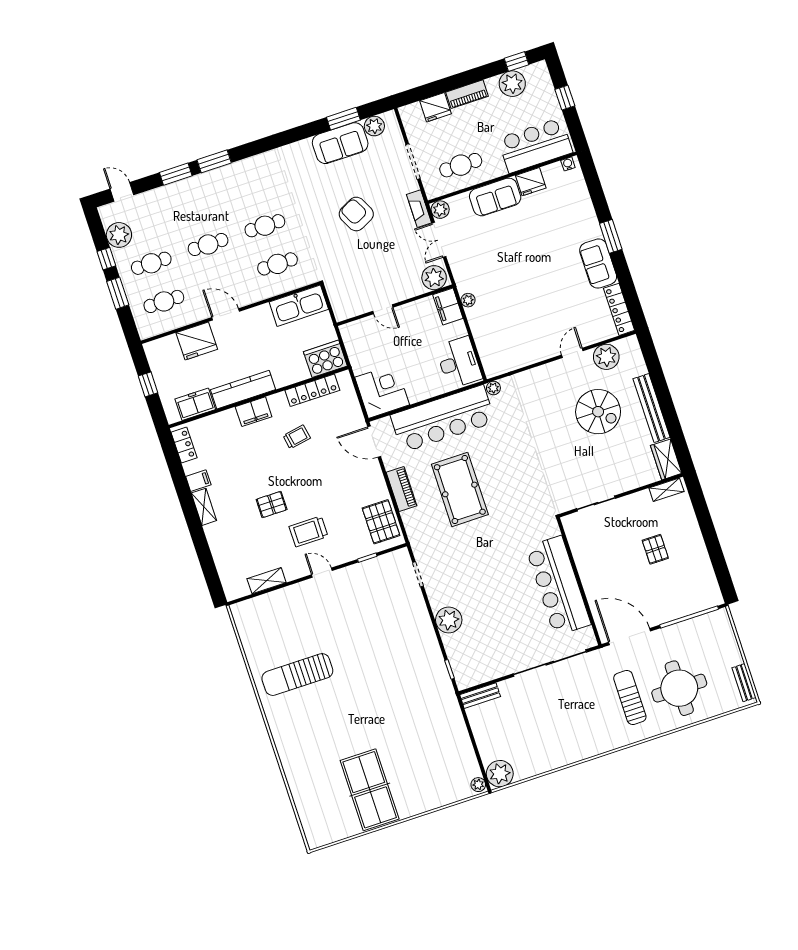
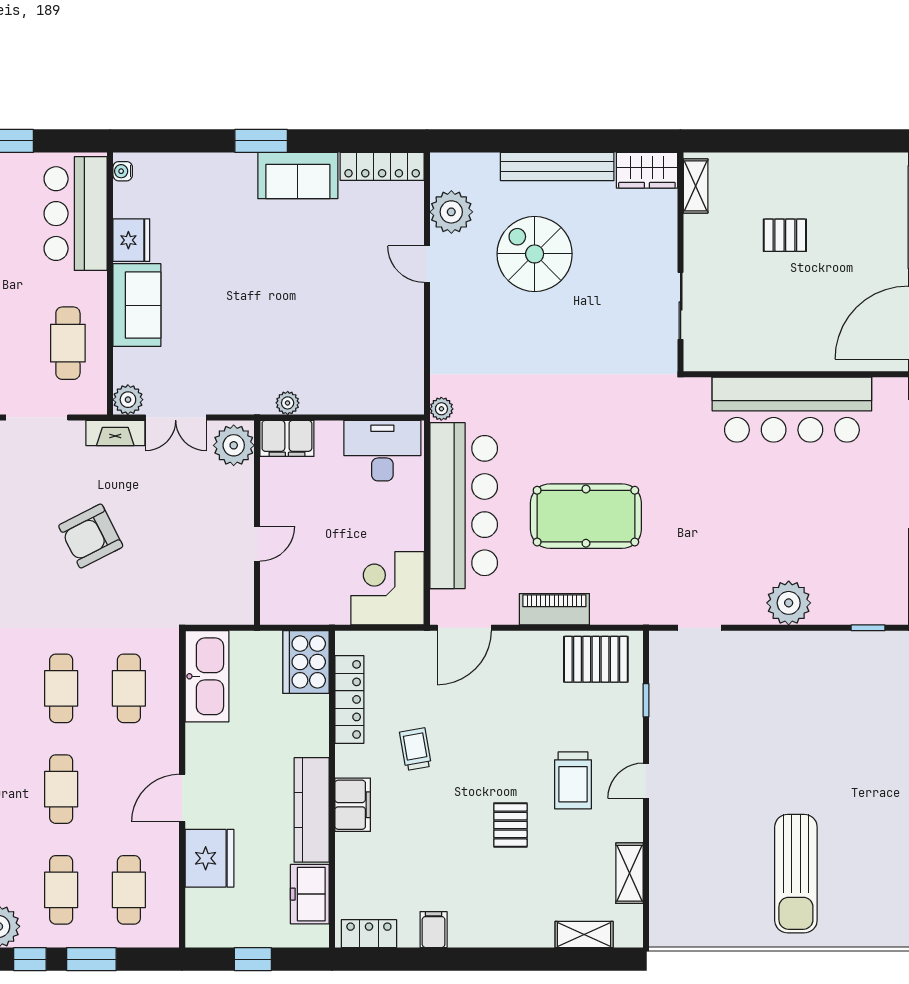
spiral stairs: (598, 412) -> (535, 254), turned -90
shelving: (204, 507) -> (584, 935), moved

